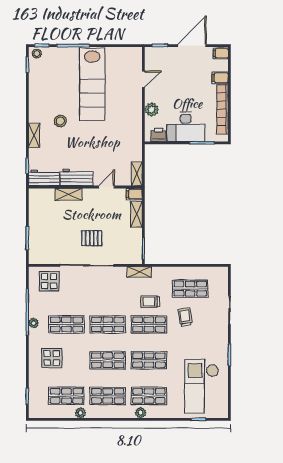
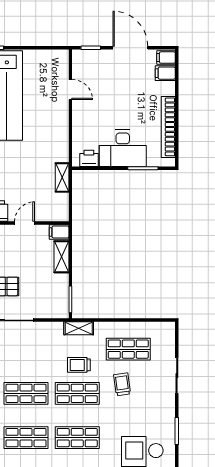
door: (192, 46) -> (130, 48), hinge flipped
filing cabinet: (220, 78) -> (165, 73), moved
door: (143, 79) -> (70, 89), hinge flipped
plant: (152, 109) -> (80, 127), removed
shelving: (137, 174) -> (62, 177), moved
shelving: (139, 272) -> (79, 328), moved

